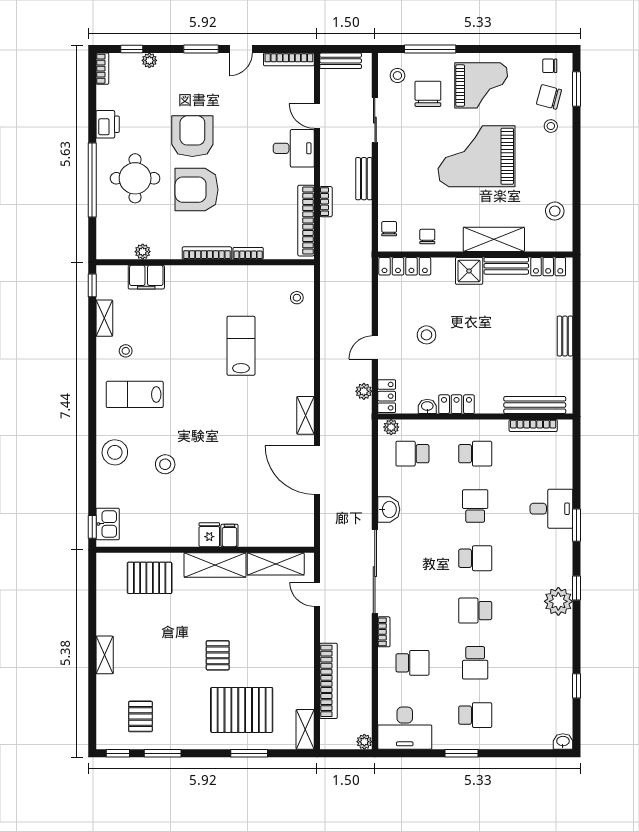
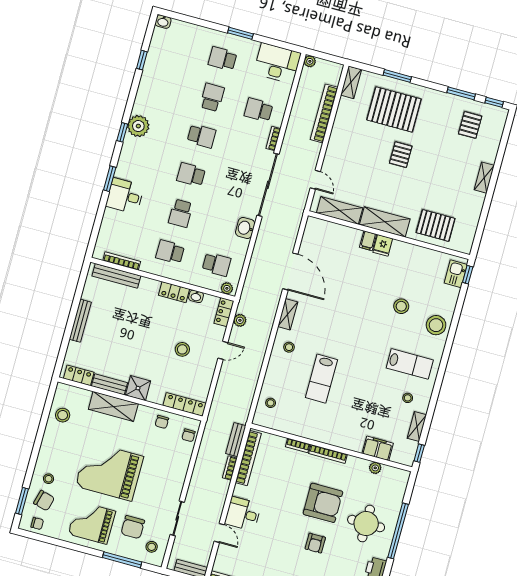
armchair: (192, 136) -> (315, 543), width x0.53, depth x0.53
grand piano: (477, 156) -> (109, 471), turned 180
bench: (364, 179) -> (236, 440), moved
bench: (565, 336) -> (80, 321), width x1.36
stool: (293, 374) -> (289, 347), added

